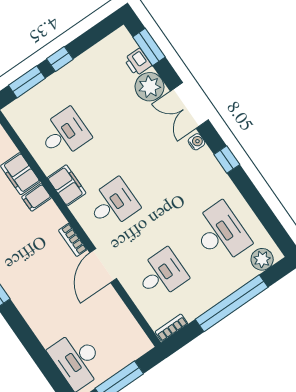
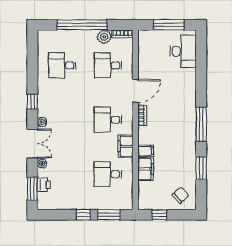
plant: (150, 87) -> (42, 164), width x0.53, depth x0.53
desk: (221, 233) -> (62, 65), width x0.73
plant: (262, 259) -> (104, 37), moved

